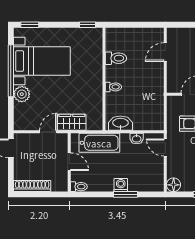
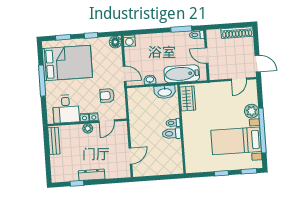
window: (87, 25) -> (221, 173), moved
toilet: (116, 58) -> (172, 134), moved
wardrobe: (72, 122) -> (188, 98), moved, turned -90
door: (48, 132) -> (239, 79), moved
washing machine: (121, 185) -> (129, 41), moved
window: (126, 194) -> (181, 29), moved

